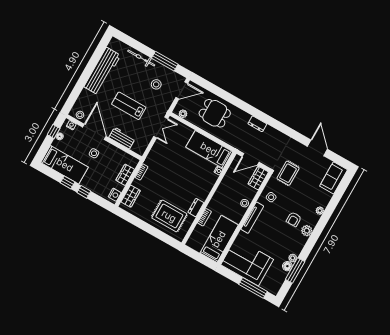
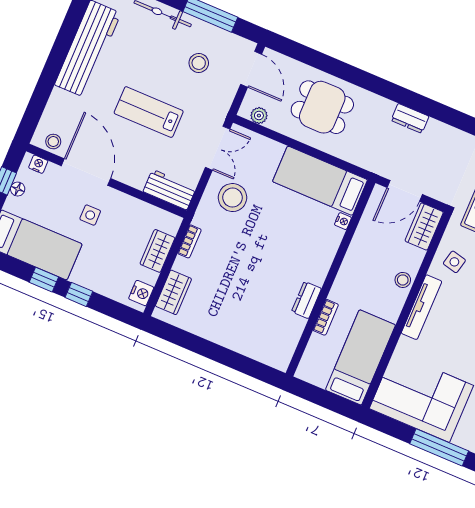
door: (182, 90) -> (251, 69), hinge flipped
workbench: (122, 138) -> (170, 190), moved
stool: (165, 153) -> (233, 198), added
rug: (169, 216) -> (255, 323), removed

